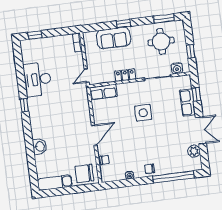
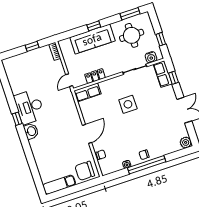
window: (35, 35) -> (32, 46), moved
sofa: (114, 38) -> (92, 39), width x1.36
locker: (125, 75) -> (95, 76), moved
desk: (38, 79) -> (29, 107), moved
row of seats: (188, 102) -> (163, 74), moved
washbasin: (40, 146) -> (31, 131), moved
plant: (194, 151) -> (186, 142), moved
window: (173, 177) -> (147, 165), moved

